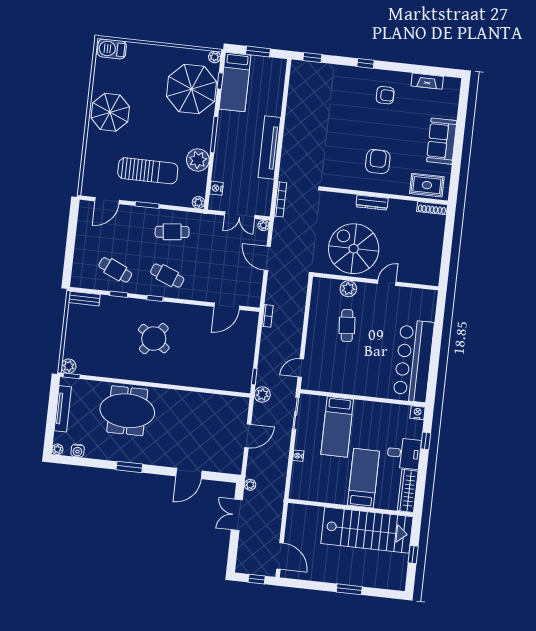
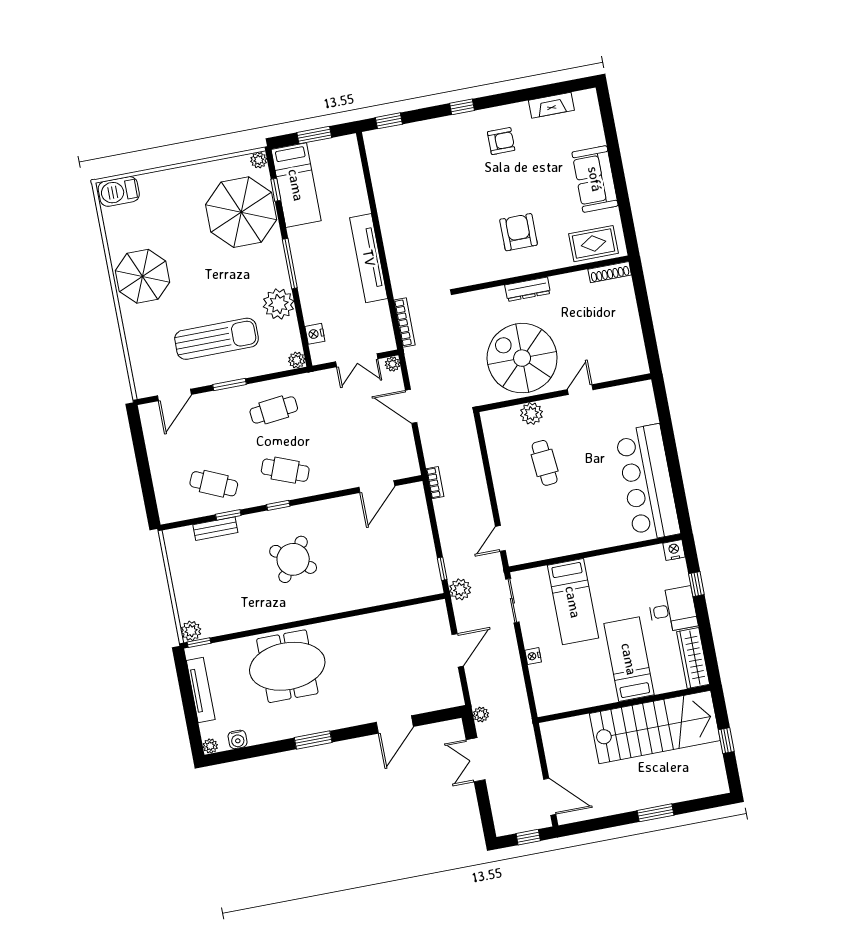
bench: (84, 299) -> (215, 529), moved

